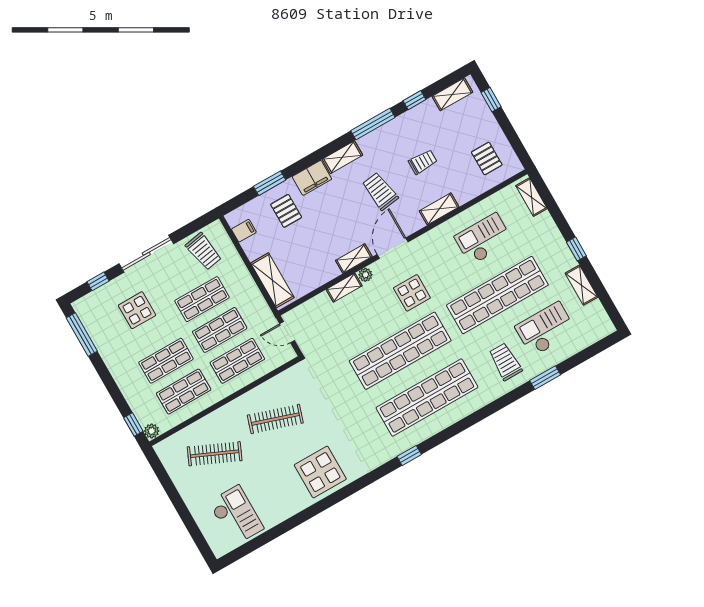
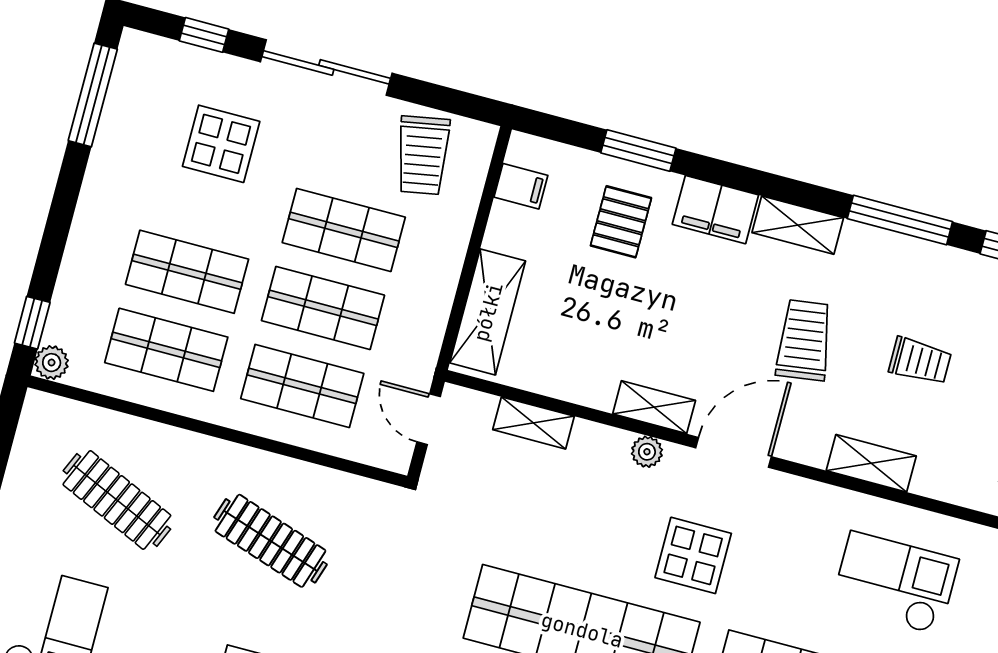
shelving: (344, 288) -> (534, 423), moved

